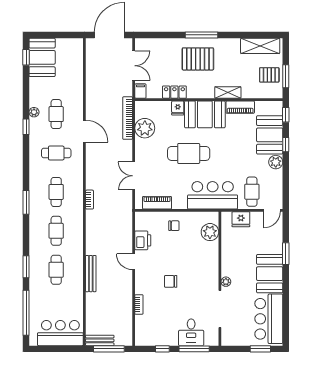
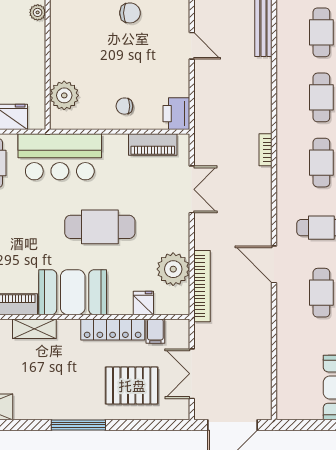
pallet: (198, 59) -> (132, 386), moved
filing cabinet: (140, 91) -> (155, 331), moved
locker: (174, 92) -> (113, 330), width x1.53
fridge: (178, 108) -> (143, 303), moved
printer: (143, 240) -> (176, 114), moved

